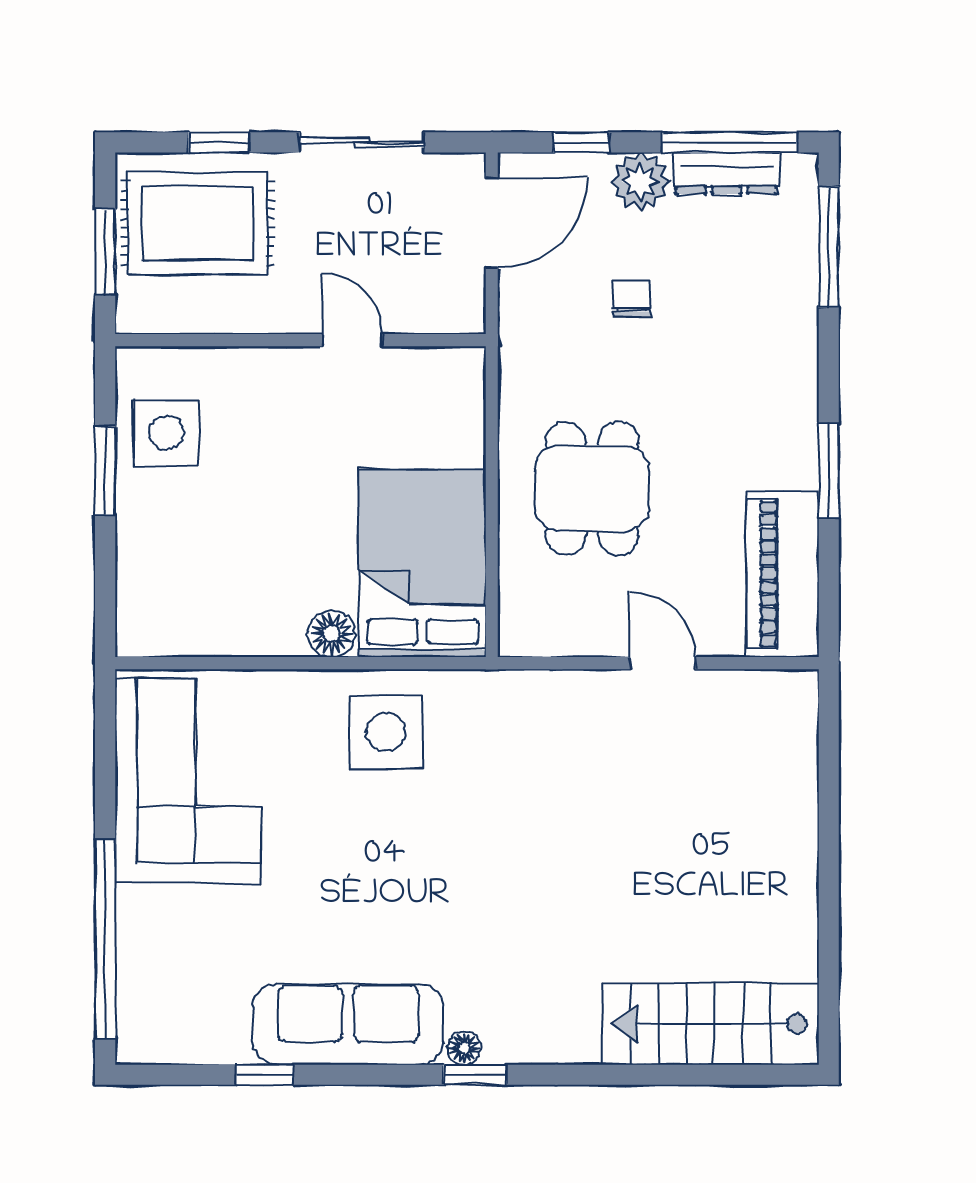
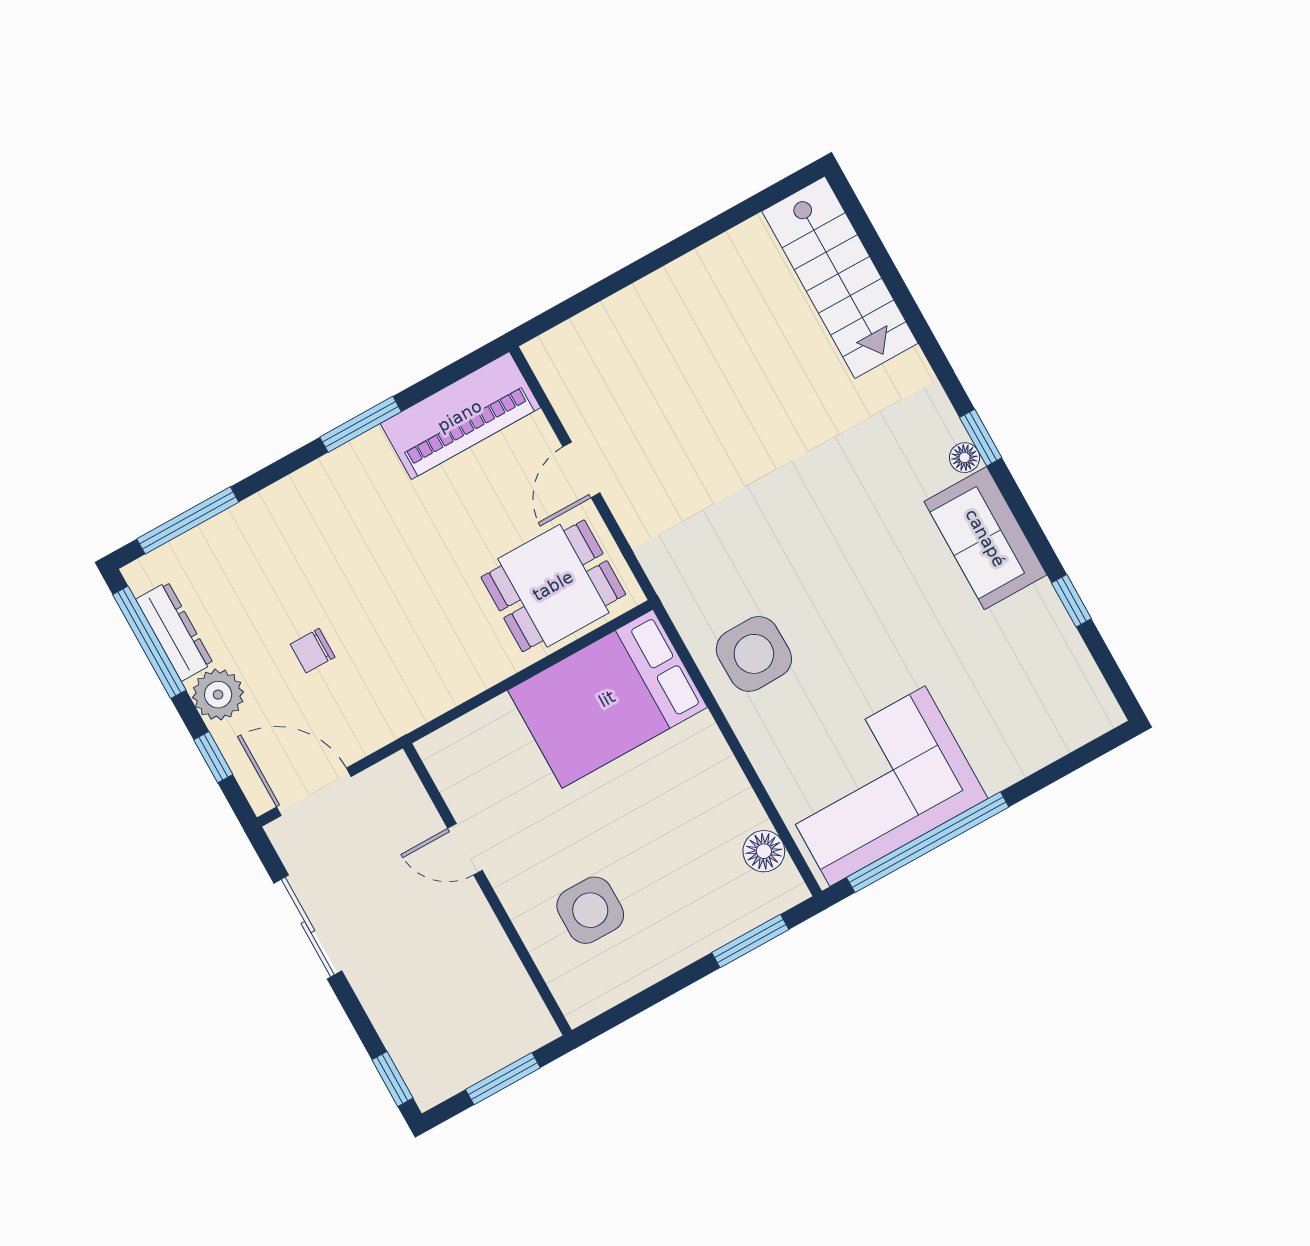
window: (219, 142) -> (392, 1079), moved
rug: (197, 223) -> (441, 1019), removed
door: (352, 340) -> (465, 849), hinge flipped
side table: (167, 433) -> (590, 910), moved
window: (105, 471) -> (750, 941), moved
dining table: (592, 488) -> (553, 586), moved
floor lamp: (331, 634) -> (764, 851), moved
window: (105, 939) -> (928, 842), moved
sofa: (348, 1024) -> (985, 538), width x0.73

